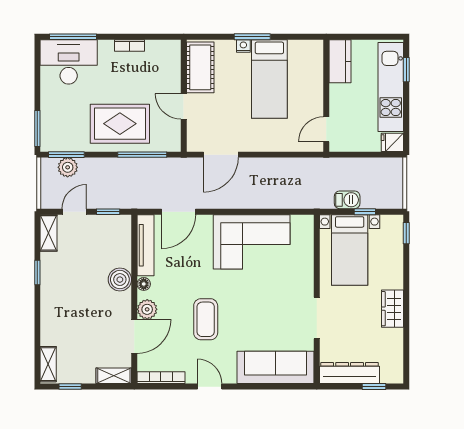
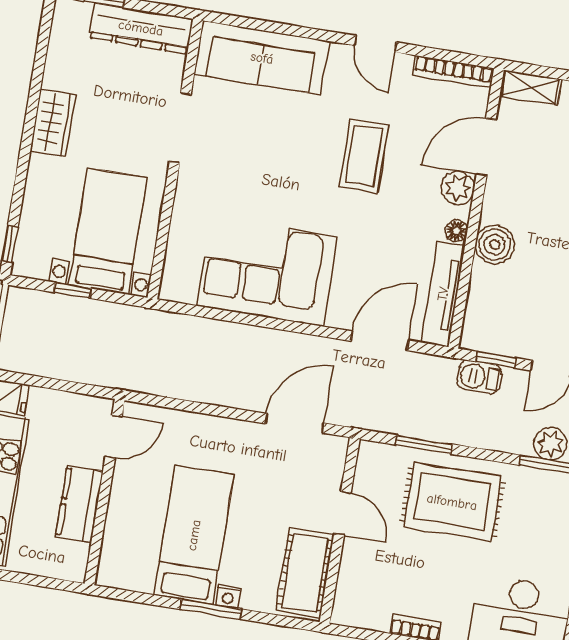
kitchen counter: (340, 61) -> (79, 504), moved
window: (142, 155) -> (424, 445), width x0.69
barbecue: (347, 200) -> (480, 377), moved

